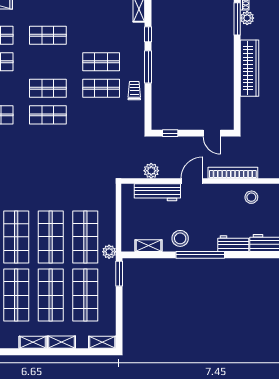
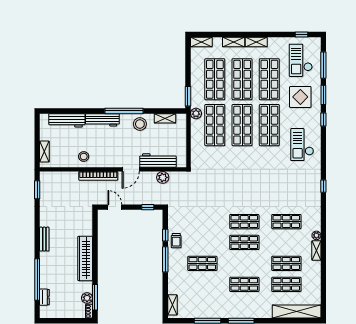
window: (148, 34) -> (165, 235), moved
shop shelf: (101, 88) -> (202, 242), removed
workbench: (233, 244) -> (102, 120), width x1.37

